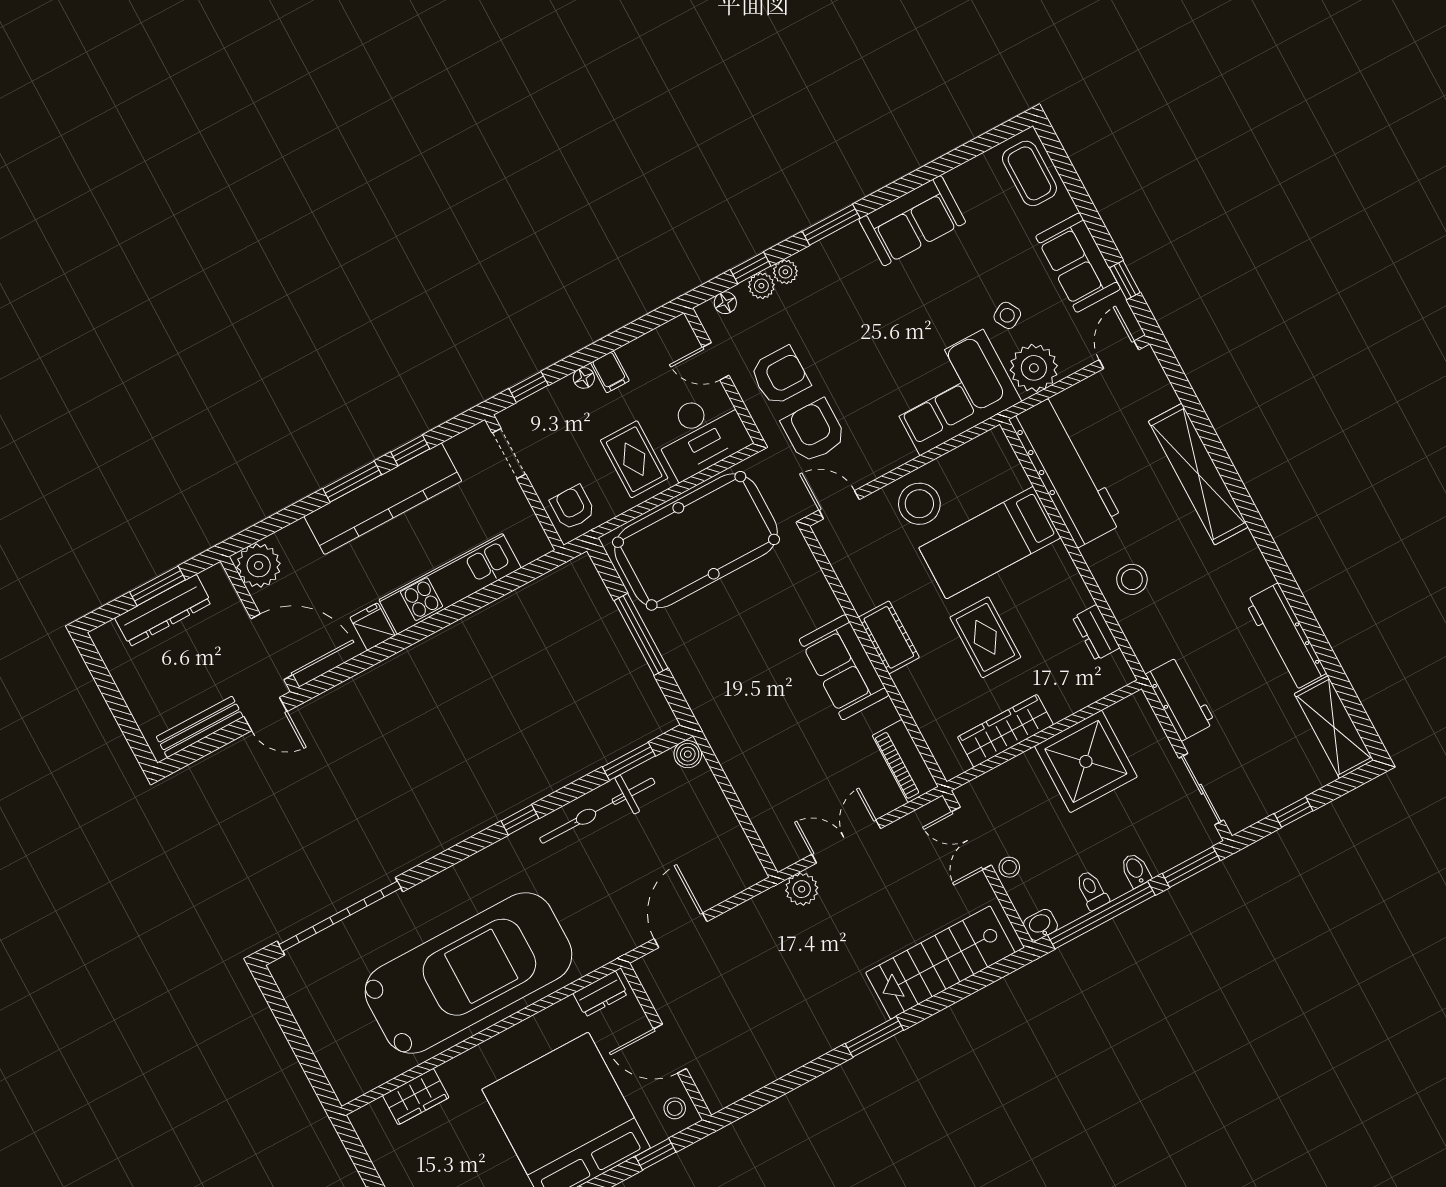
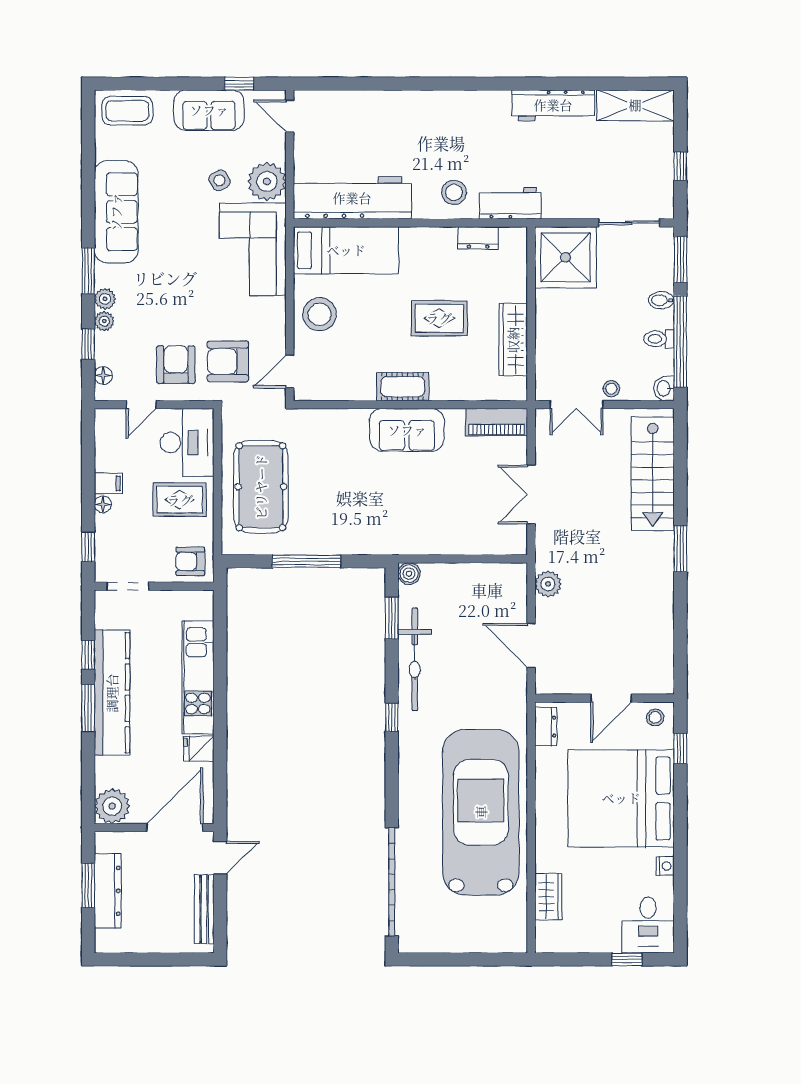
sofa: (912, 221) -> (116, 212), width x1.36
plant: (761, 286) -> (105, 299), moved
shelving: (1198, 474) -> (405, 105), removed
pool table: (696, 541) -> (261, 487), width x0.73, depth x0.76
bed: (990, 543) -> (346, 250), moved, turned -90
workbench: (1180, 699) -> (510, 203), moved
shower: (1086, 761) -> (565, 257), moved
plant: (802, 889) -> (548, 584), moved

